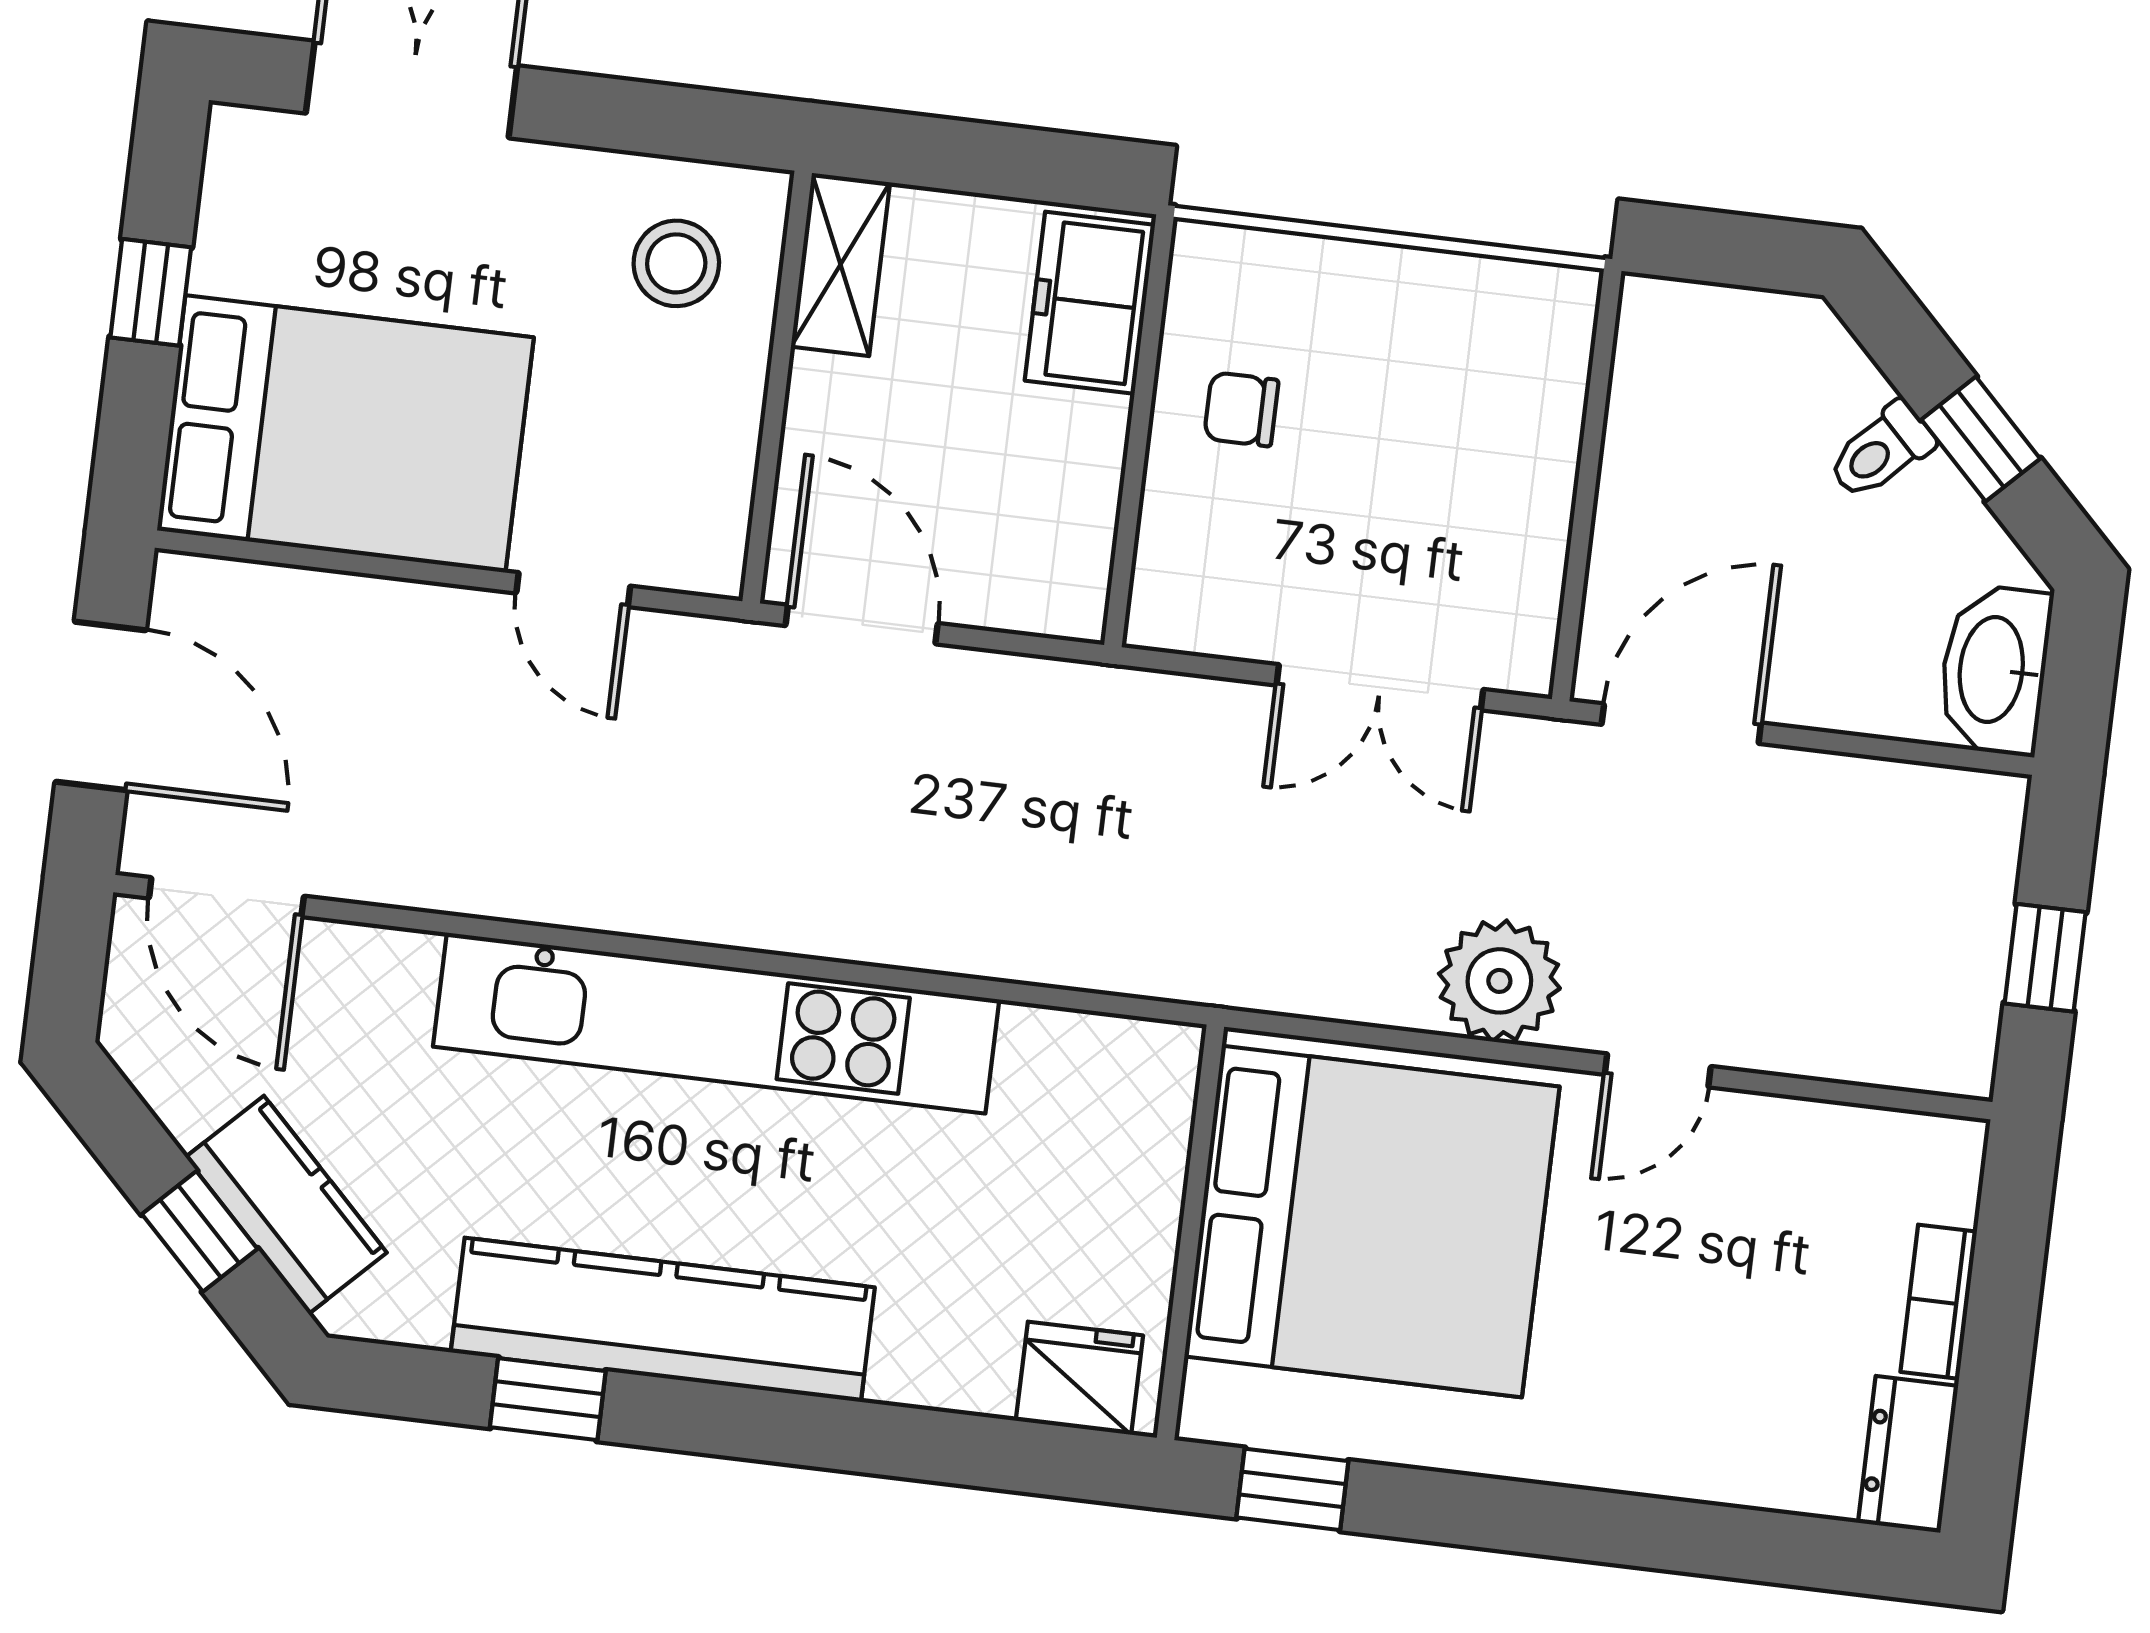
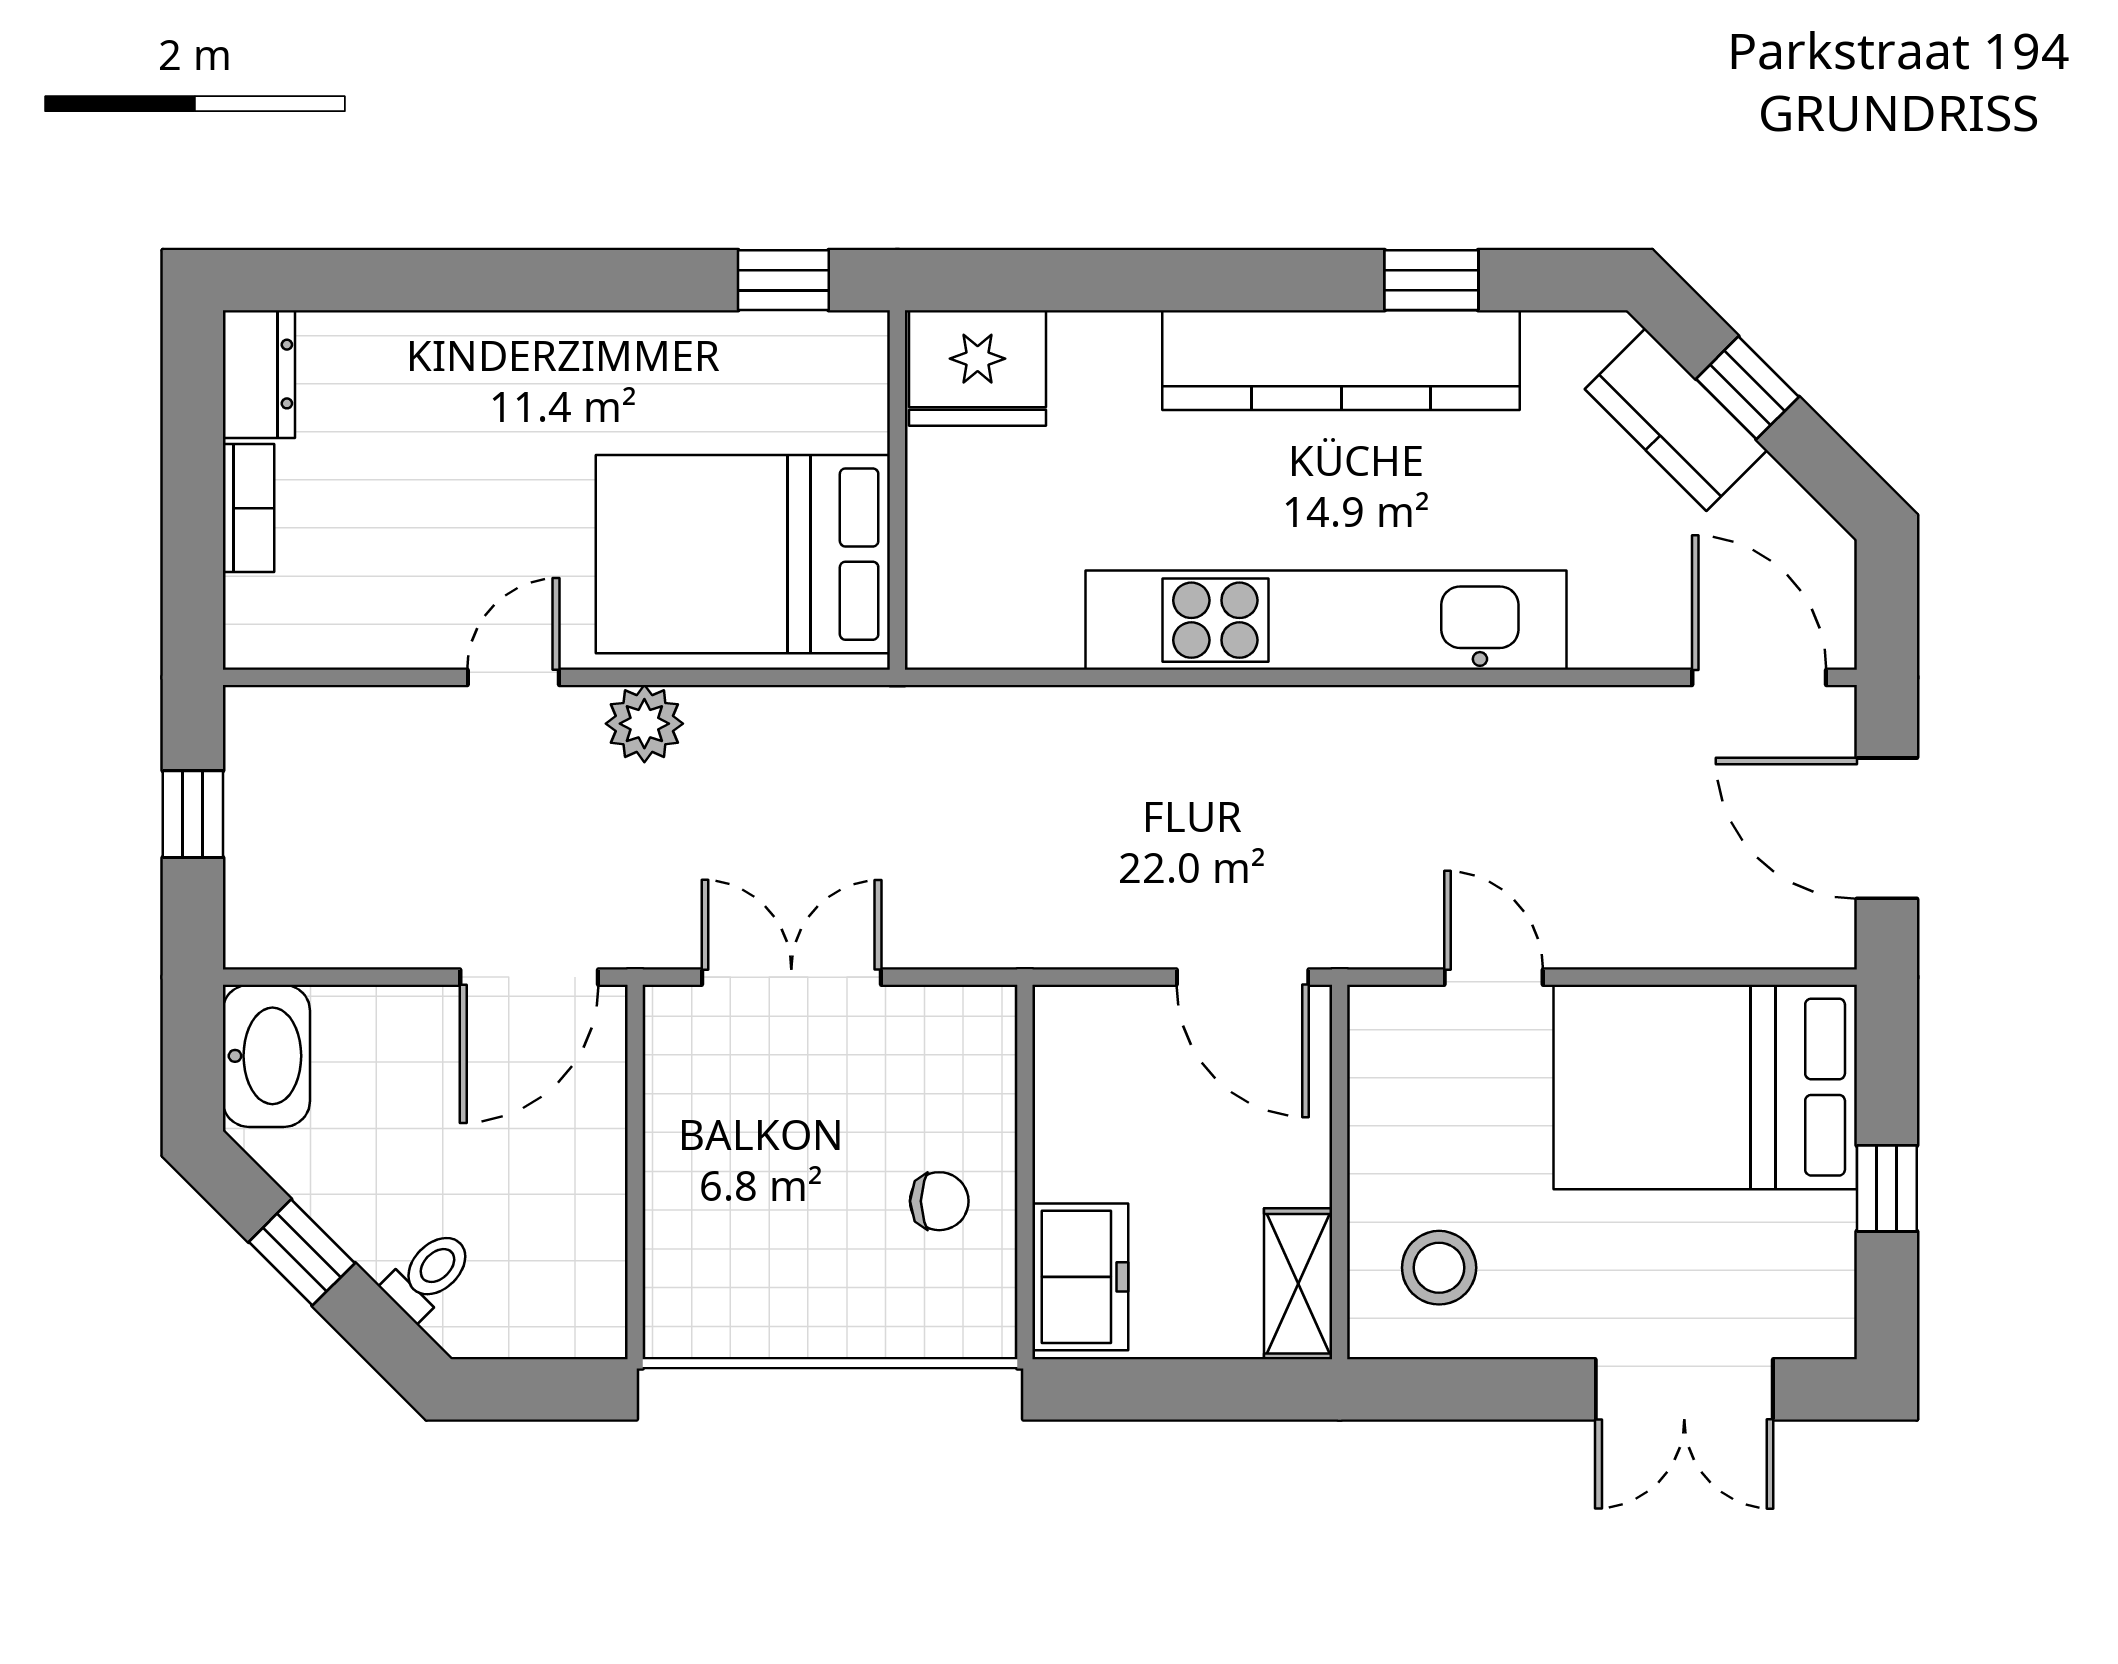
toilet: (1881, 451) -> (429, 1274), moved
plant: (1499, 981) -> (644, 724), width x0.73, depth x0.73
bed: (1372, 1221) -> (743, 554), width x0.73
fridge: (1079, 1378) -> (978, 368), width x1.36, depth x1.34

